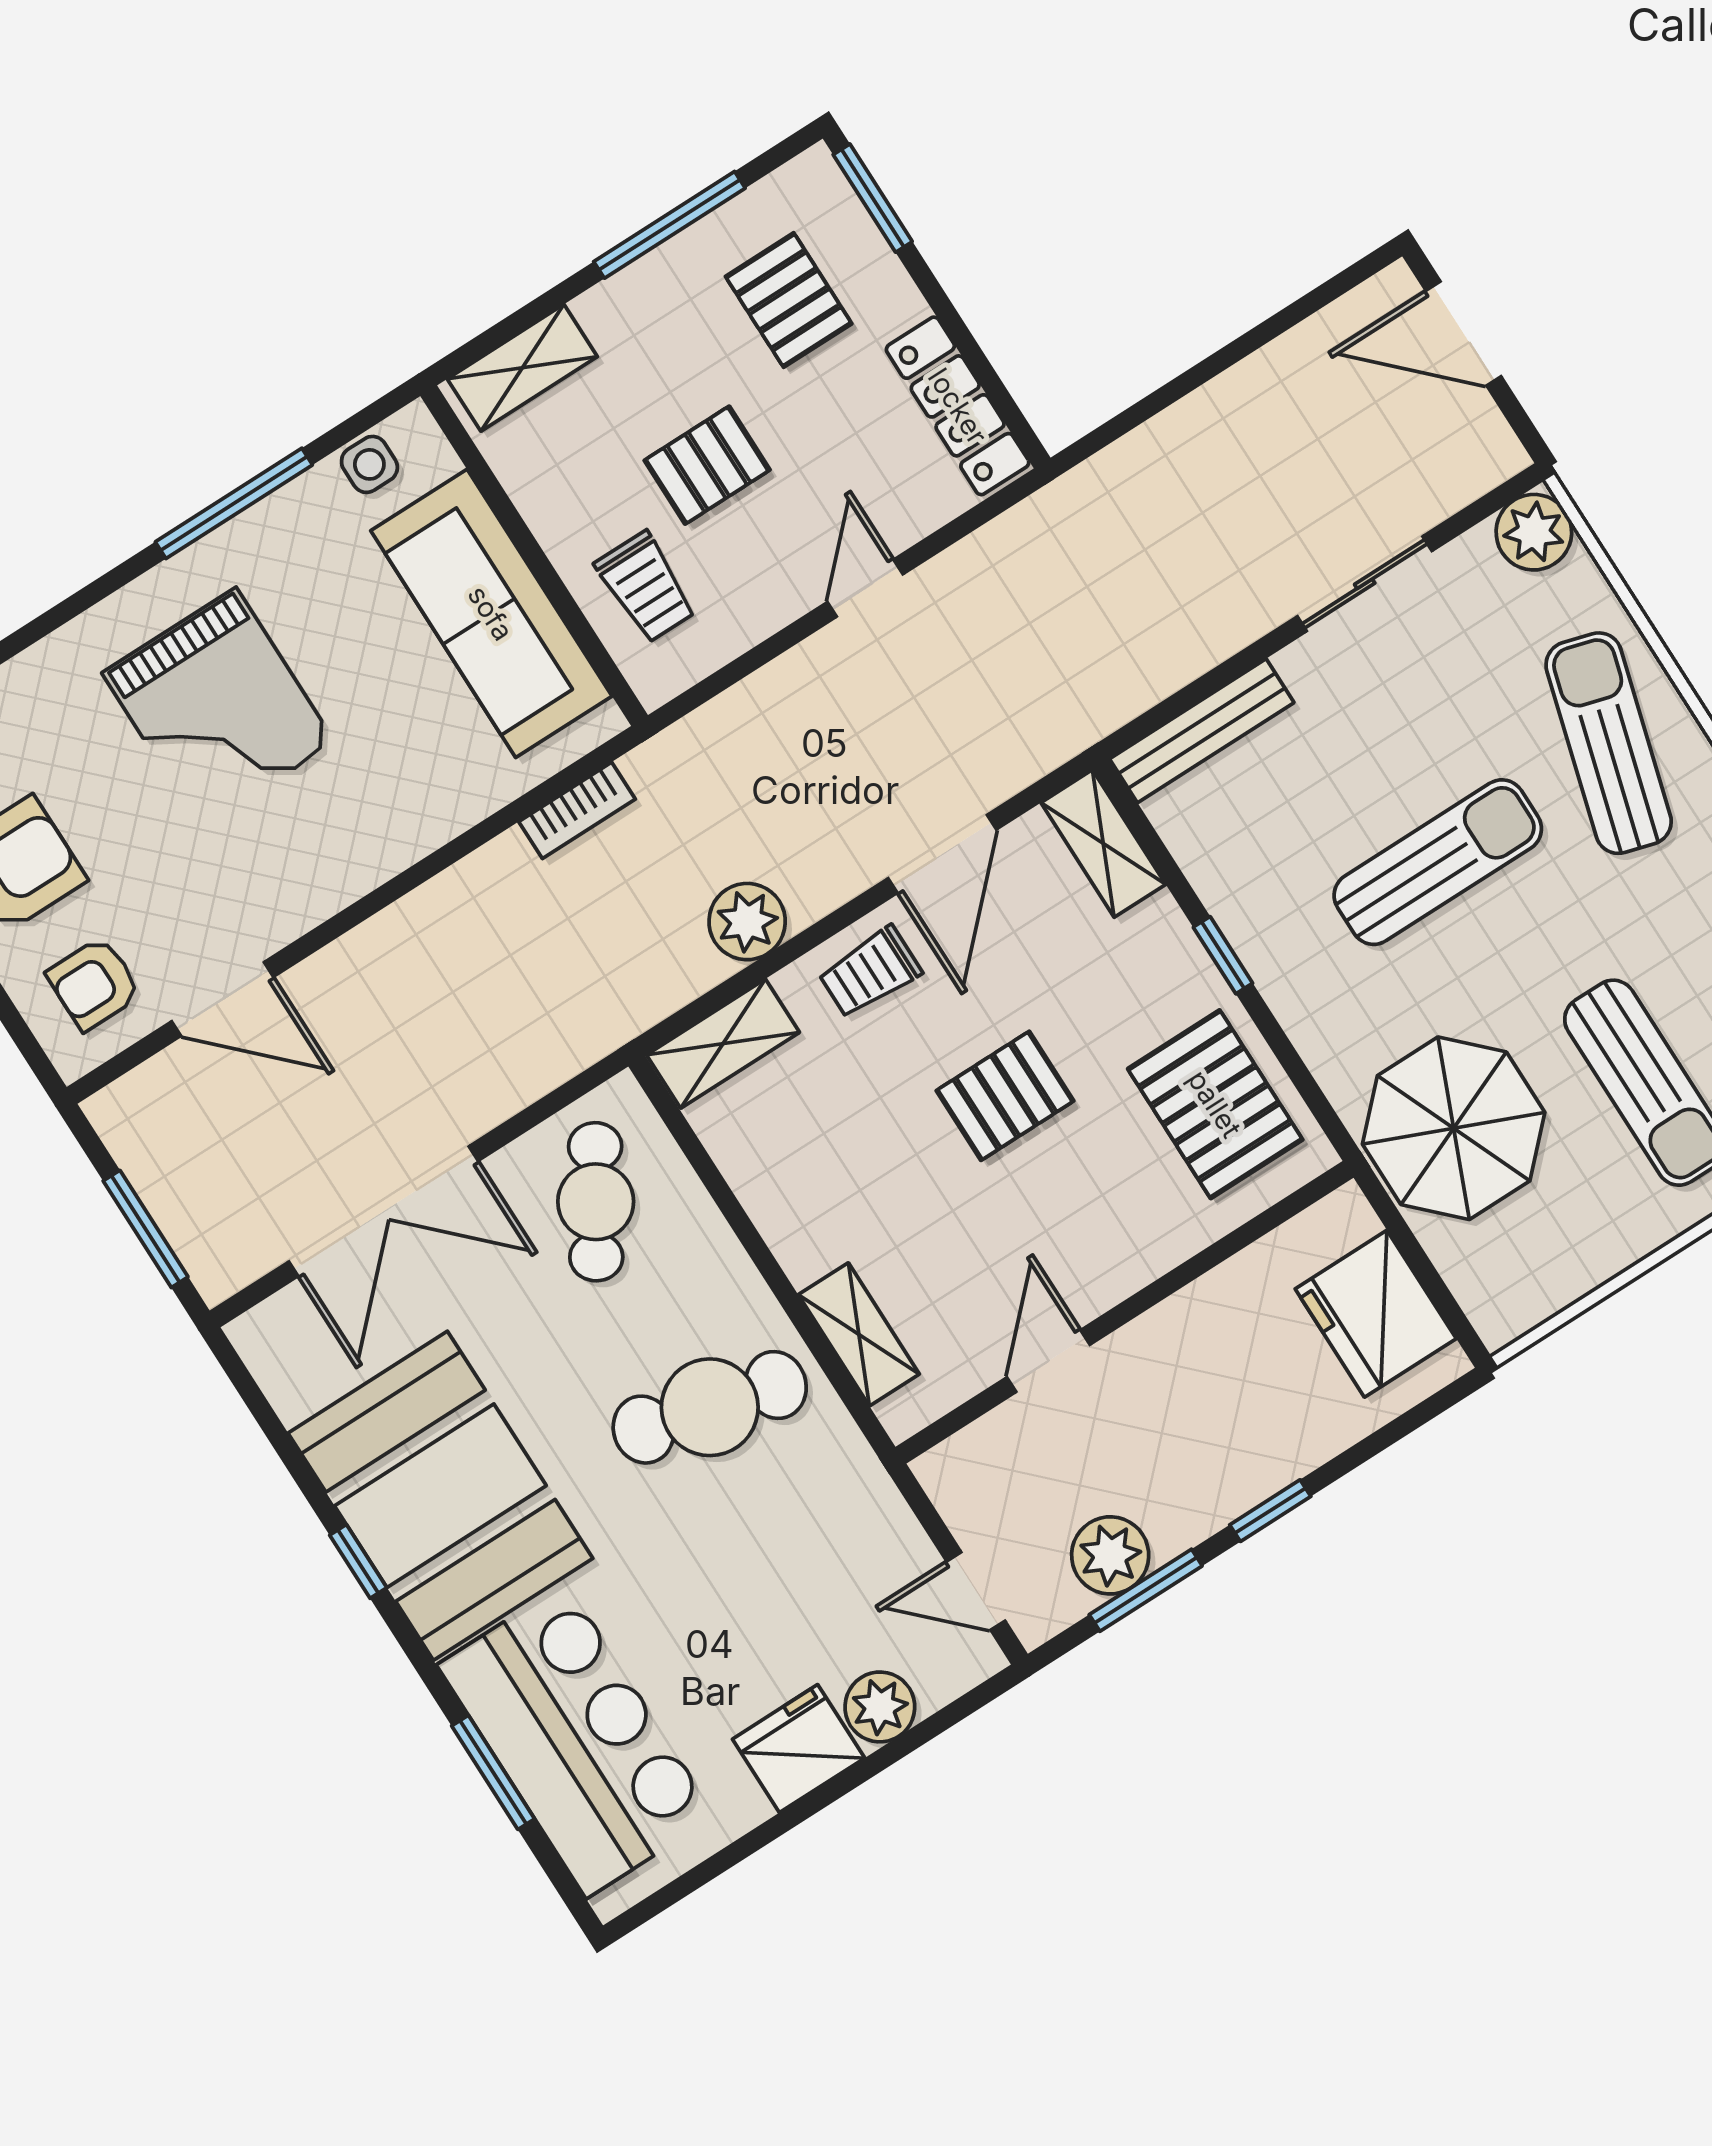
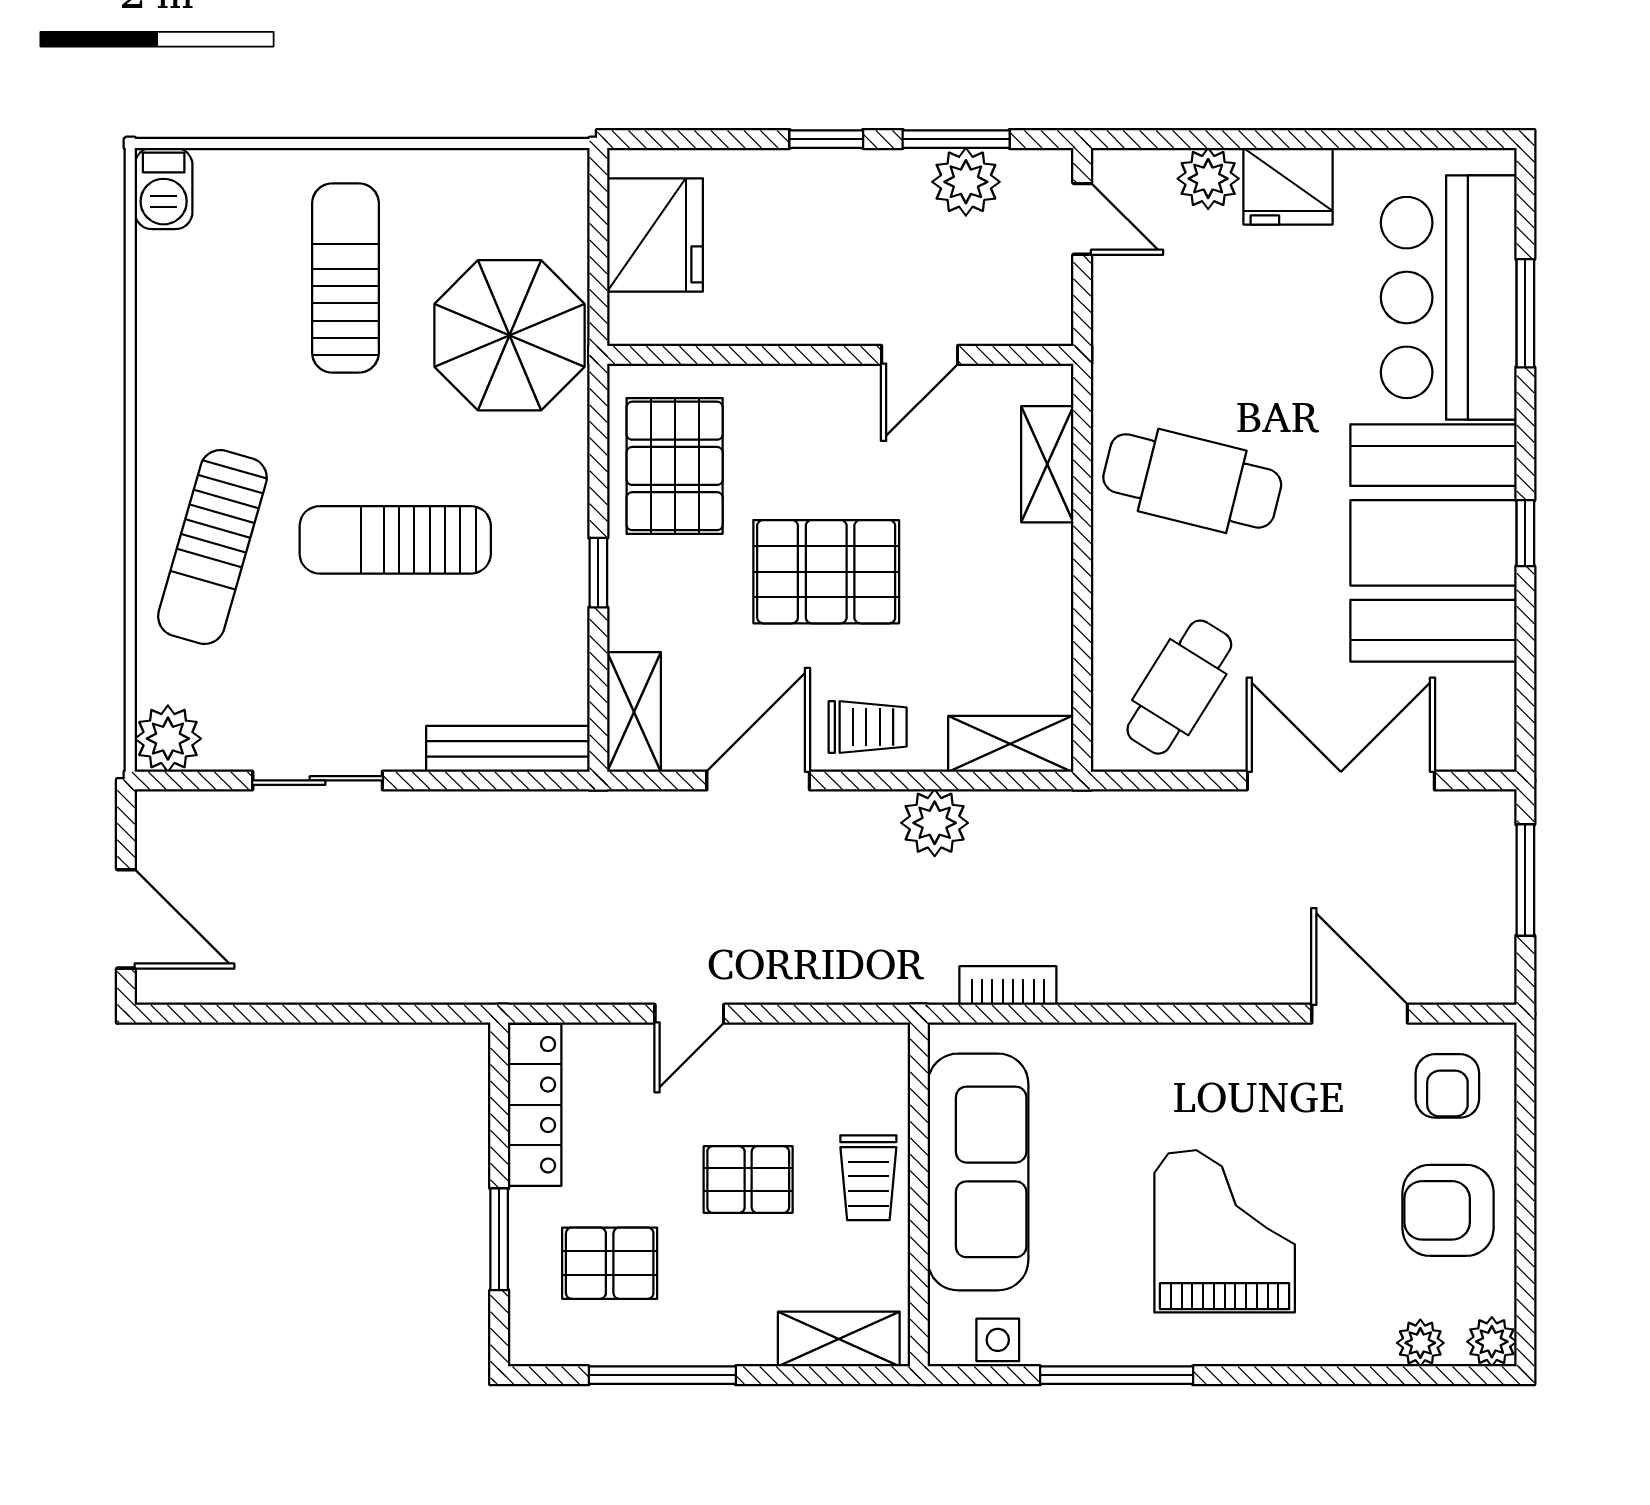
window: (873, 198) -> (499, 1239), moved
pallet: (789, 300) -> (610, 1263), turned 90
trolley: (646, 587) -> (868, 1178), moved, turned 180
armchair: (94, 984) -> (1447, 1086), turned 90
pallet: (1005, 1096) -> (826, 572), width x1.50, depth x1.42

